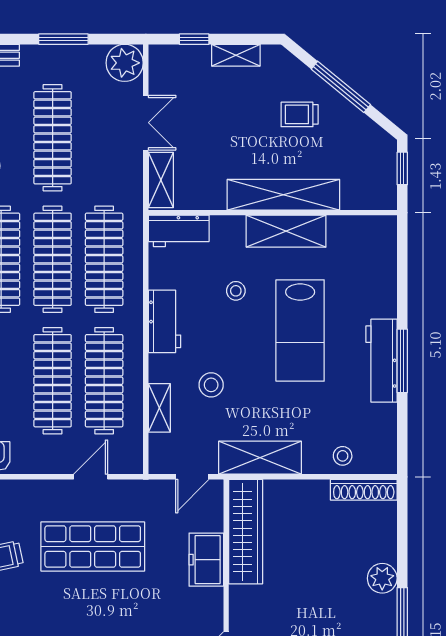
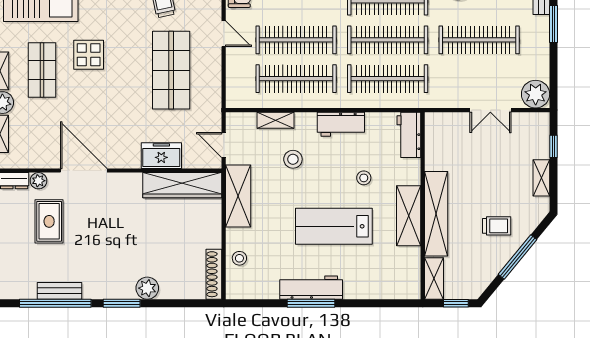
window: (63, 39) -> (553, 24), moved
trolley: (300, 114) -> (497, 226), turned 90
shelving: (161, 180) -> (434, 278), moved, turned 90
door: (91, 477) -> (224, 34), moved

